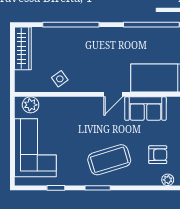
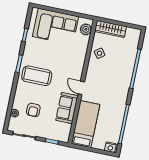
wardrobe: (23, 48) -> (110, 29), moved
coffee table: (109, 160) -> (37, 76), turned -73

